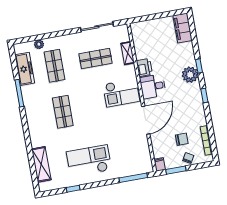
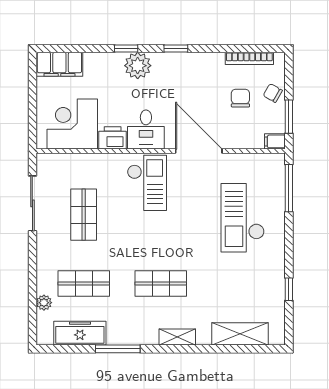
corner desk: (148, 42) -> (72, 124), added
shelving: (128, 53) -> (177, 337), moved
checkout: (89, 161) -> (243, 218), moved

